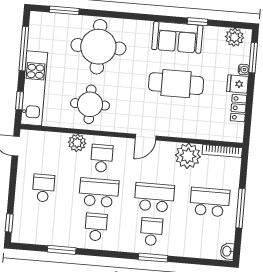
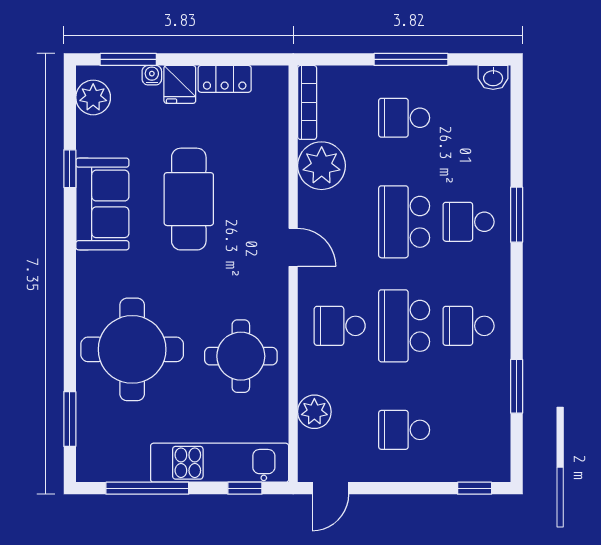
plant: (77, 143) -> (314, 412), moved
school desk: (210, 202) -> (404, 118), width x0.54

